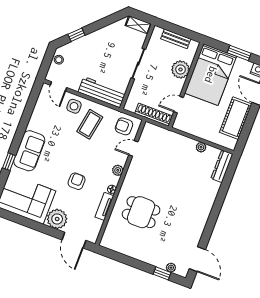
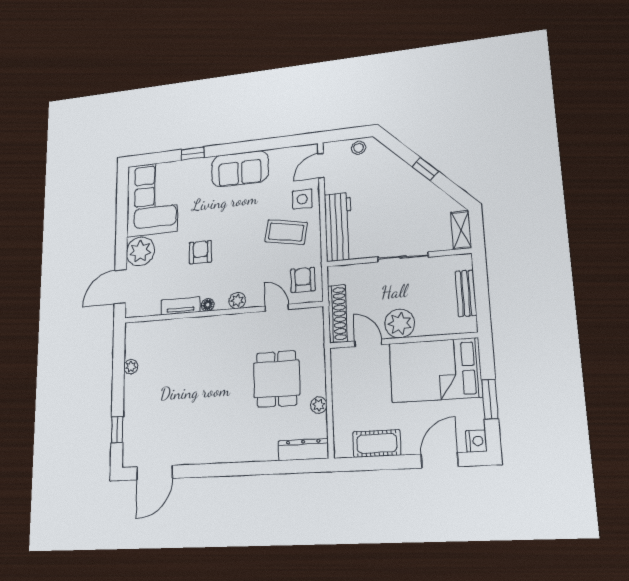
window: (76, 35) -> (425, 169), moved
plant: (181, 69) -> (400, 323), moved
cot: (236, 118) -> (377, 443), width x0.73, depth x0.75
sofa: (29, 151) -> (240, 169), moved
armchair: (77, 181) -> (200, 252), turned -90
dining table: (141, 212) -> (277, 379), moved
plant: (171, 268) -> (131, 367), moved

